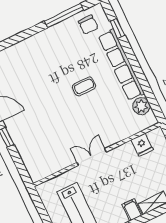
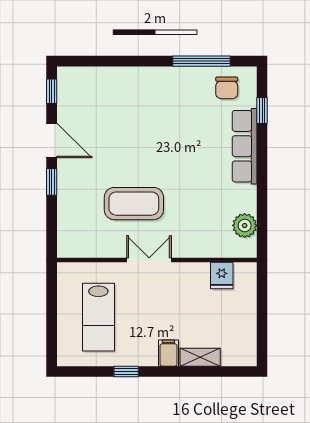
row of seats: (121, 65) -> (245, 146), width x0.73
coffee table: (84, 86) -> (134, 204), moved, width x1.86, depth x1.72

